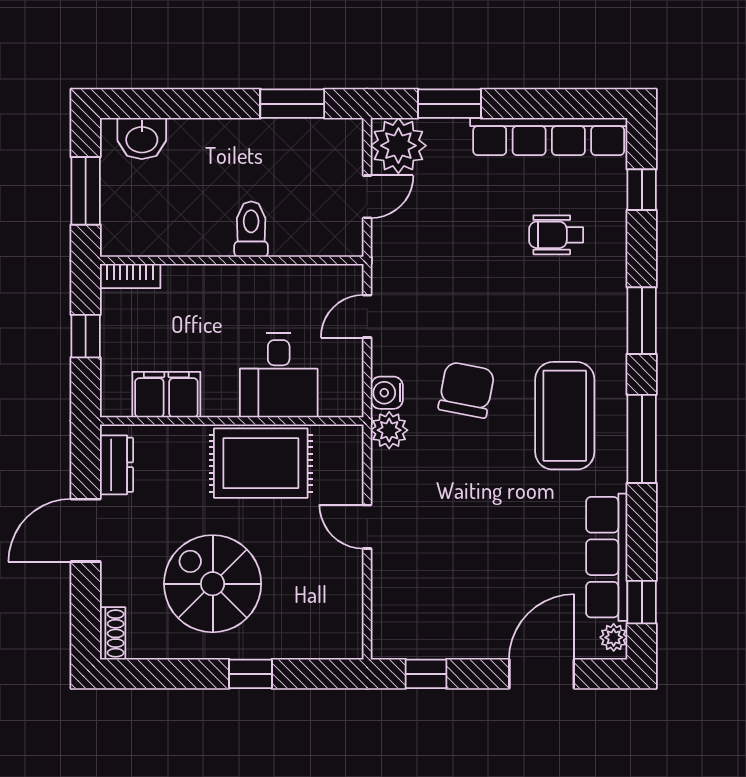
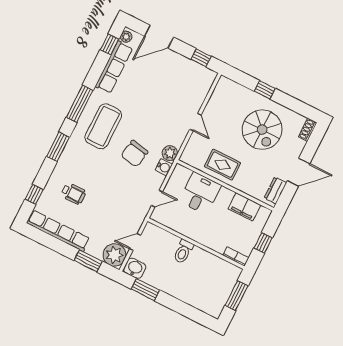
washbasin: (142, 138) -> (135, 268), moved
rug: (261, 463) -> (223, 165), width x0.73, depth x0.70

